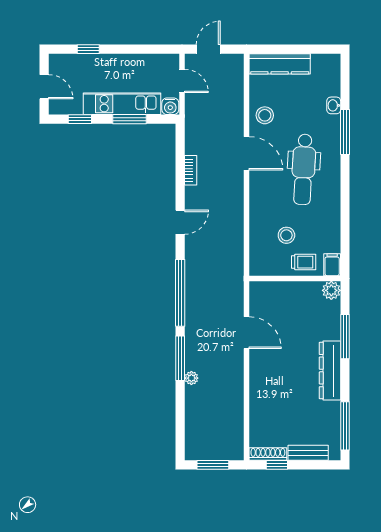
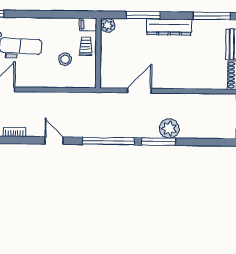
plant: (191, 378) -> (169, 129), width x1.88, depth x1.88

